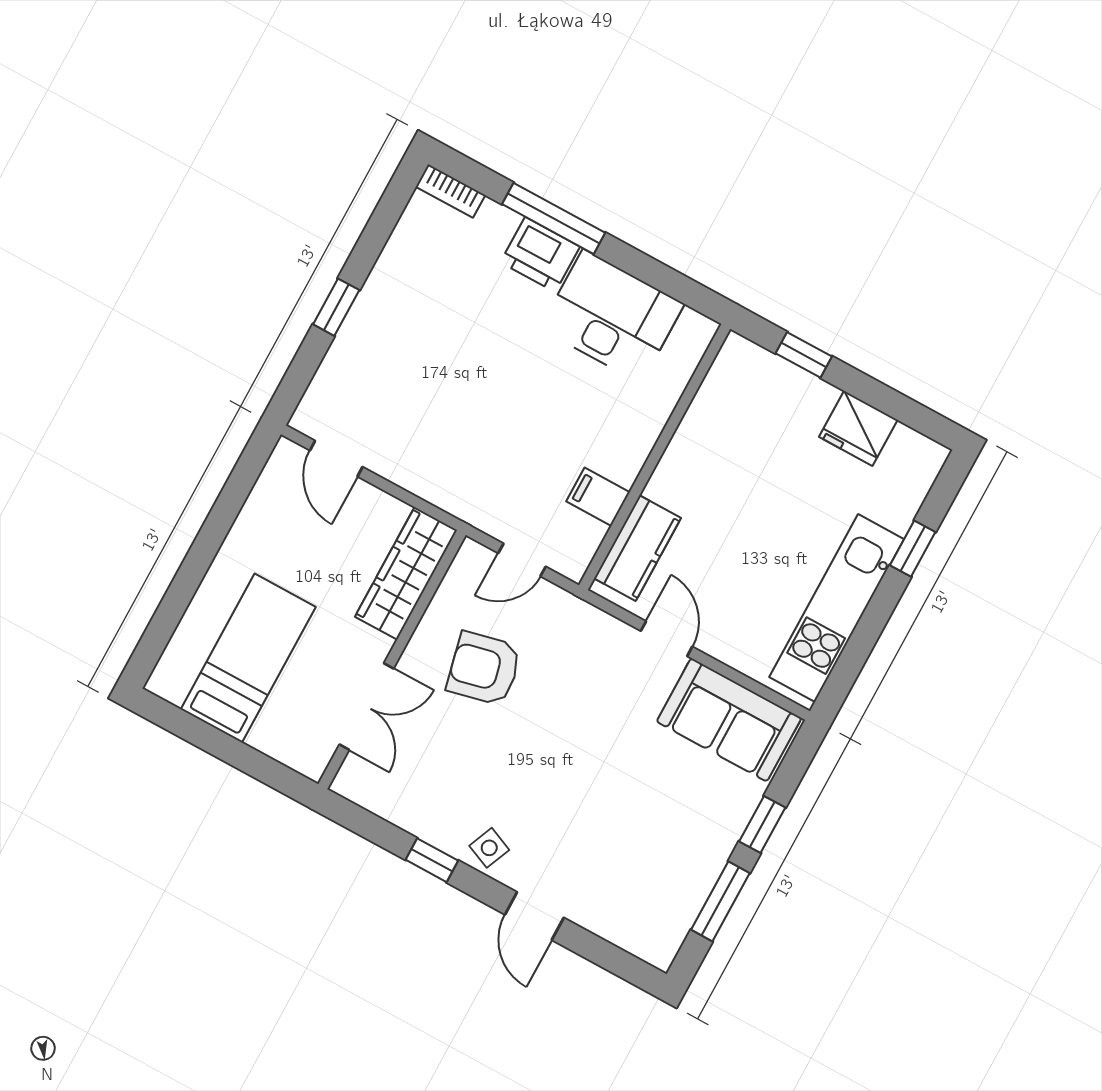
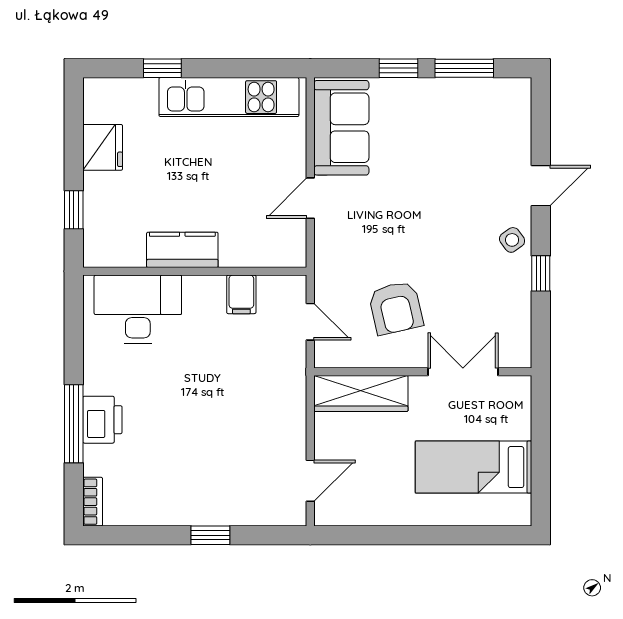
desk: (612, 316) -> (138, 309), moved, turned 90
kitchen counter: (638, 548) -> (182, 250), moved
side table: (489, 848) -> (512, 240), turned 31

